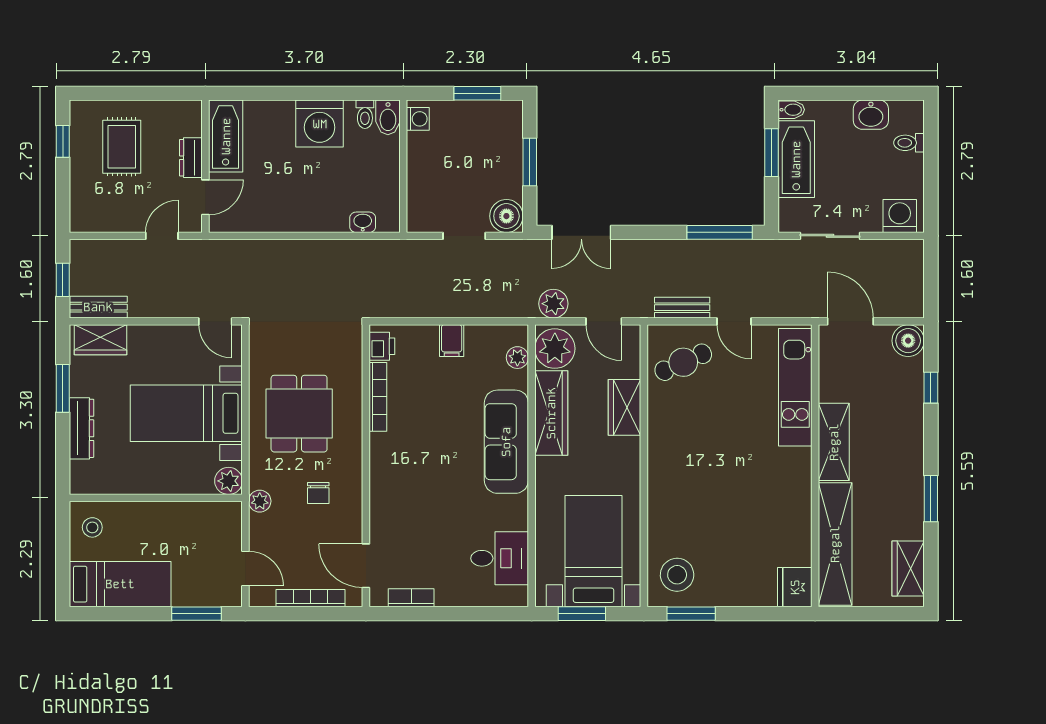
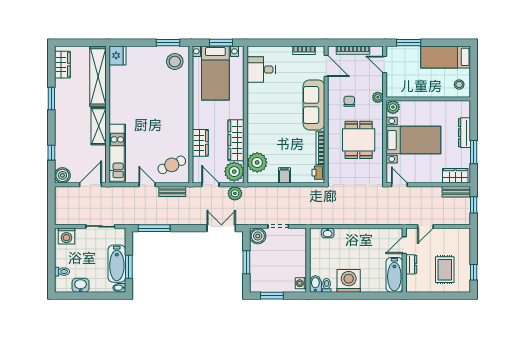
door: (850, 321) -> (91, 185), swing flipped
plant: (517, 358) -> (257, 162), width x1.88, depth x1.88
sofa: (506, 442) -> (314, 105), moved, turned 180

